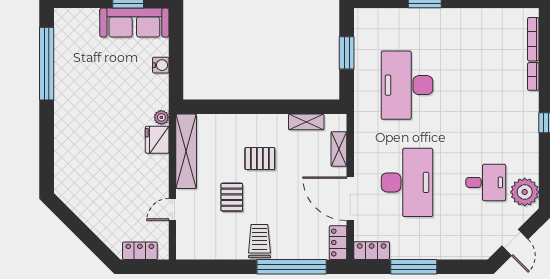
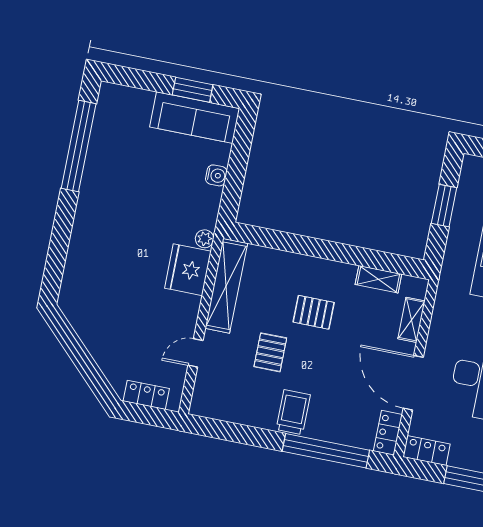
fridge: (157, 140) -> (188, 270), width x1.36, depth x1.34

